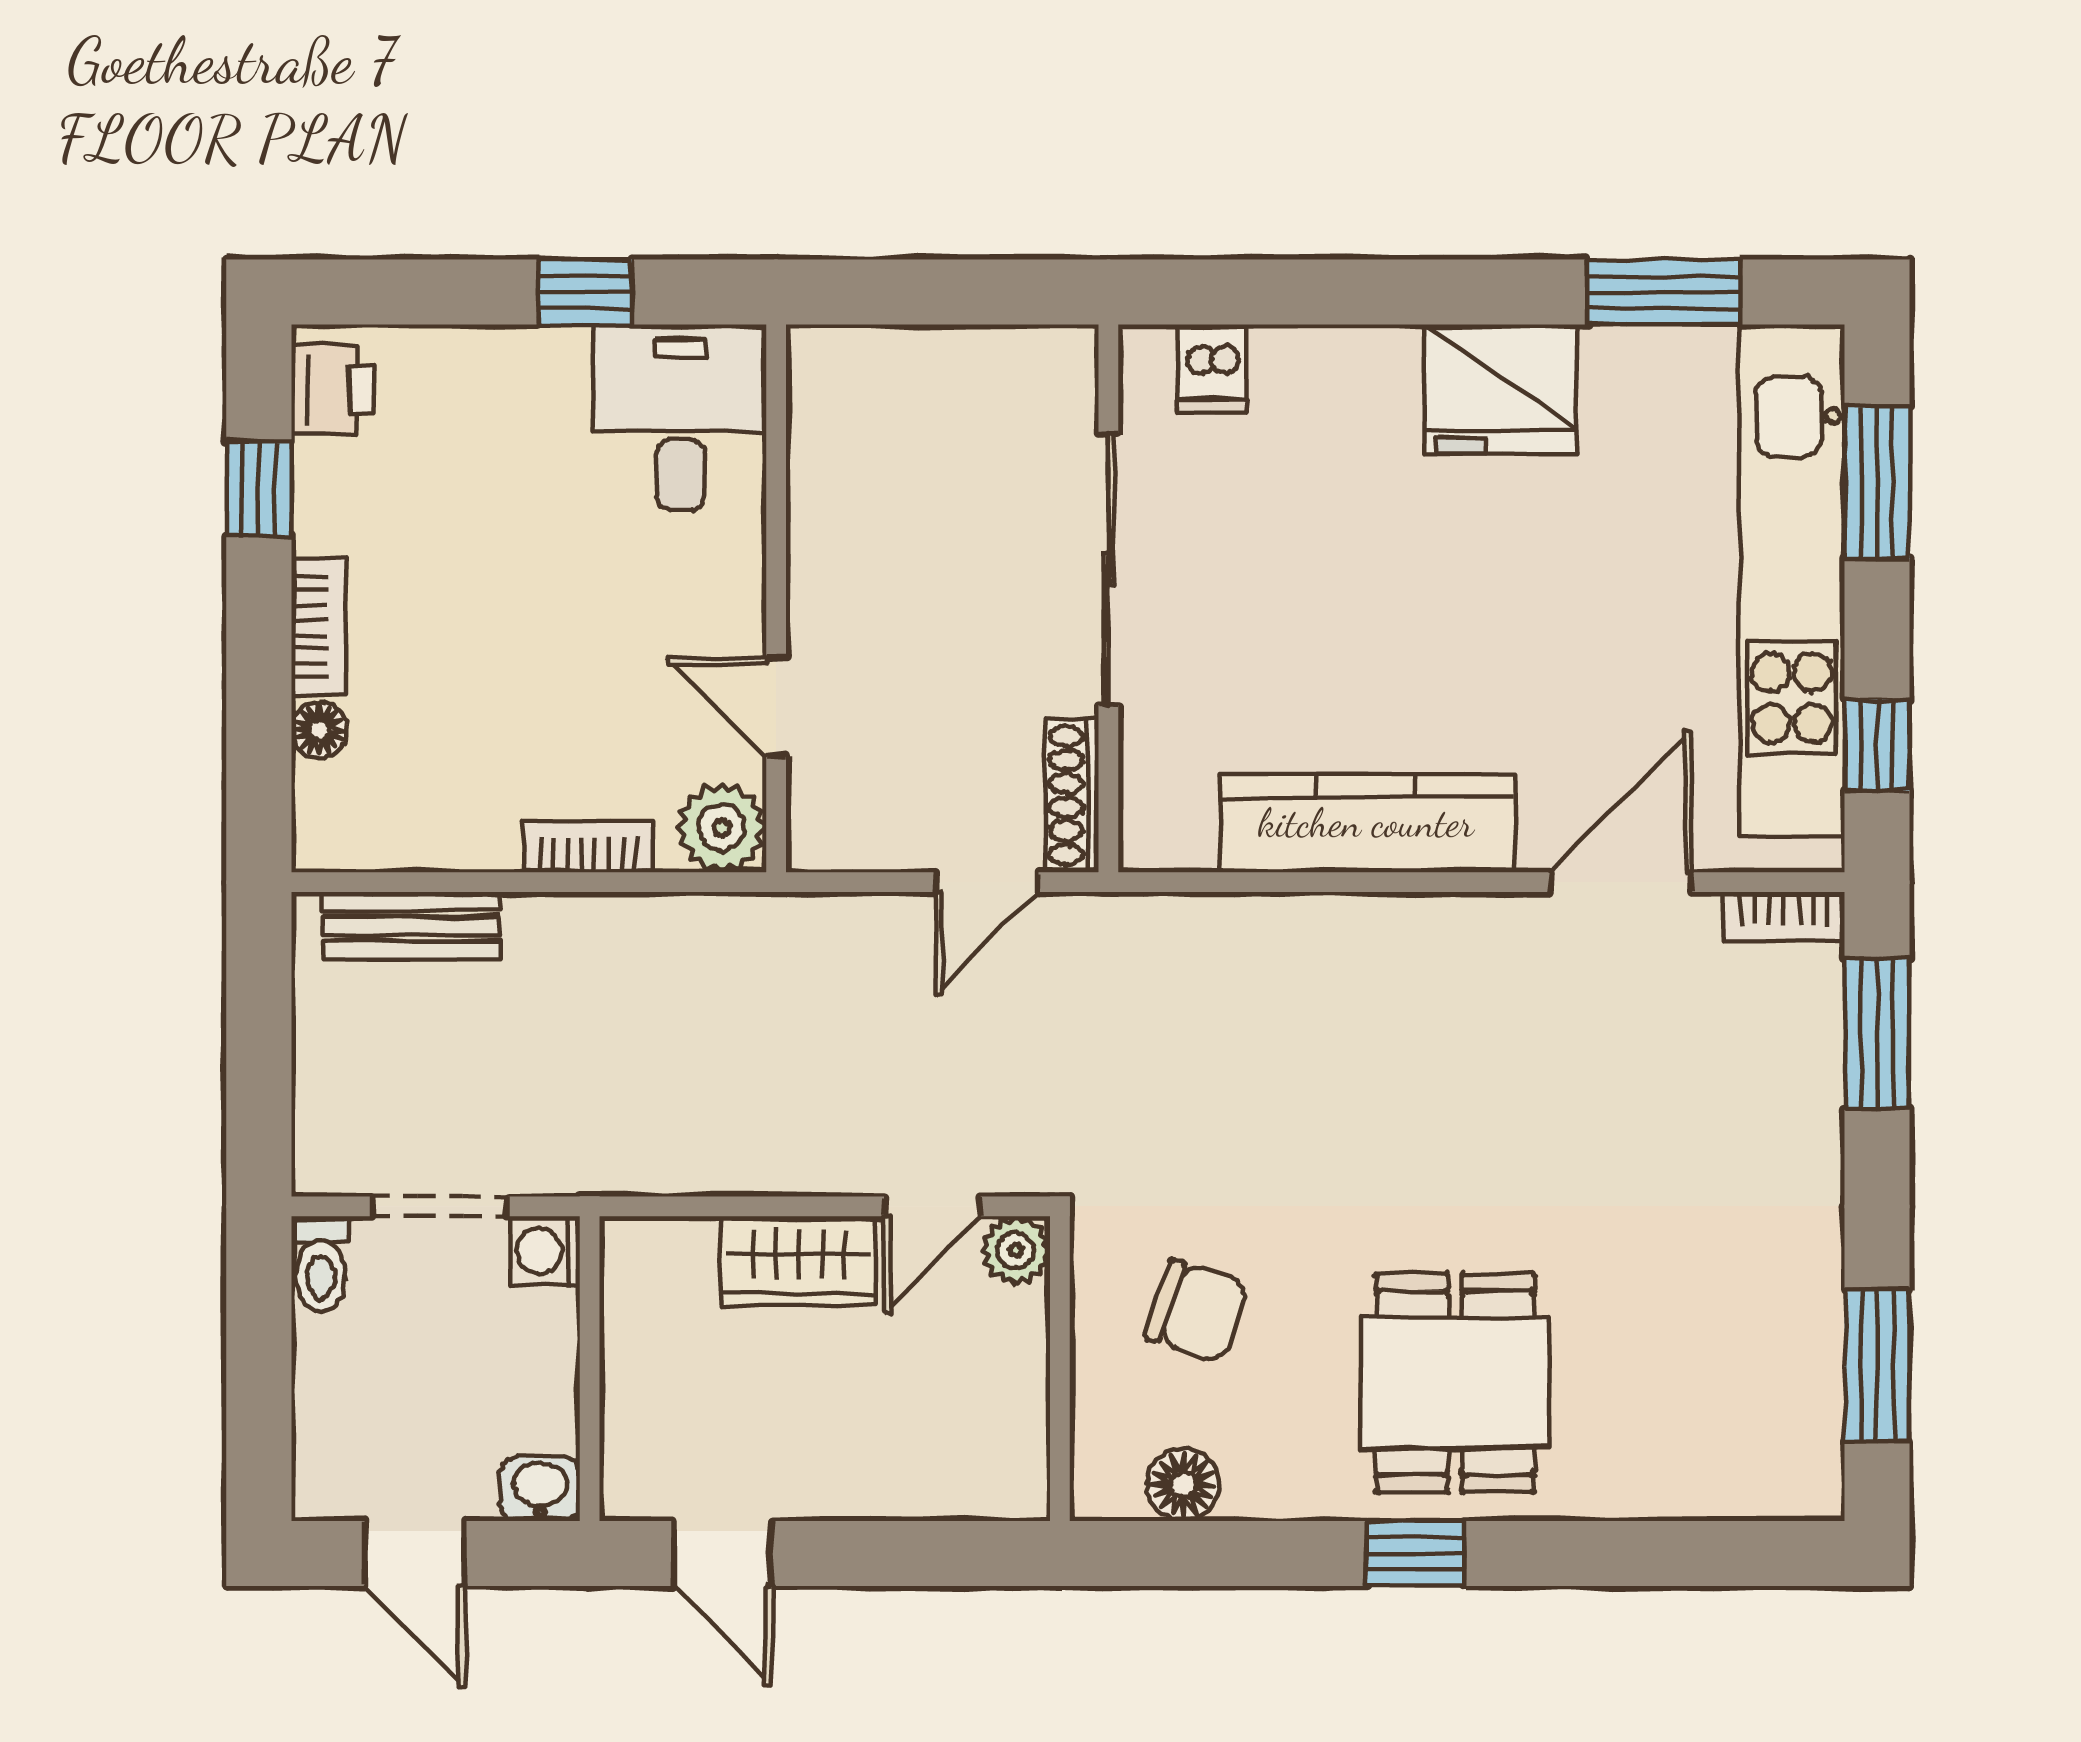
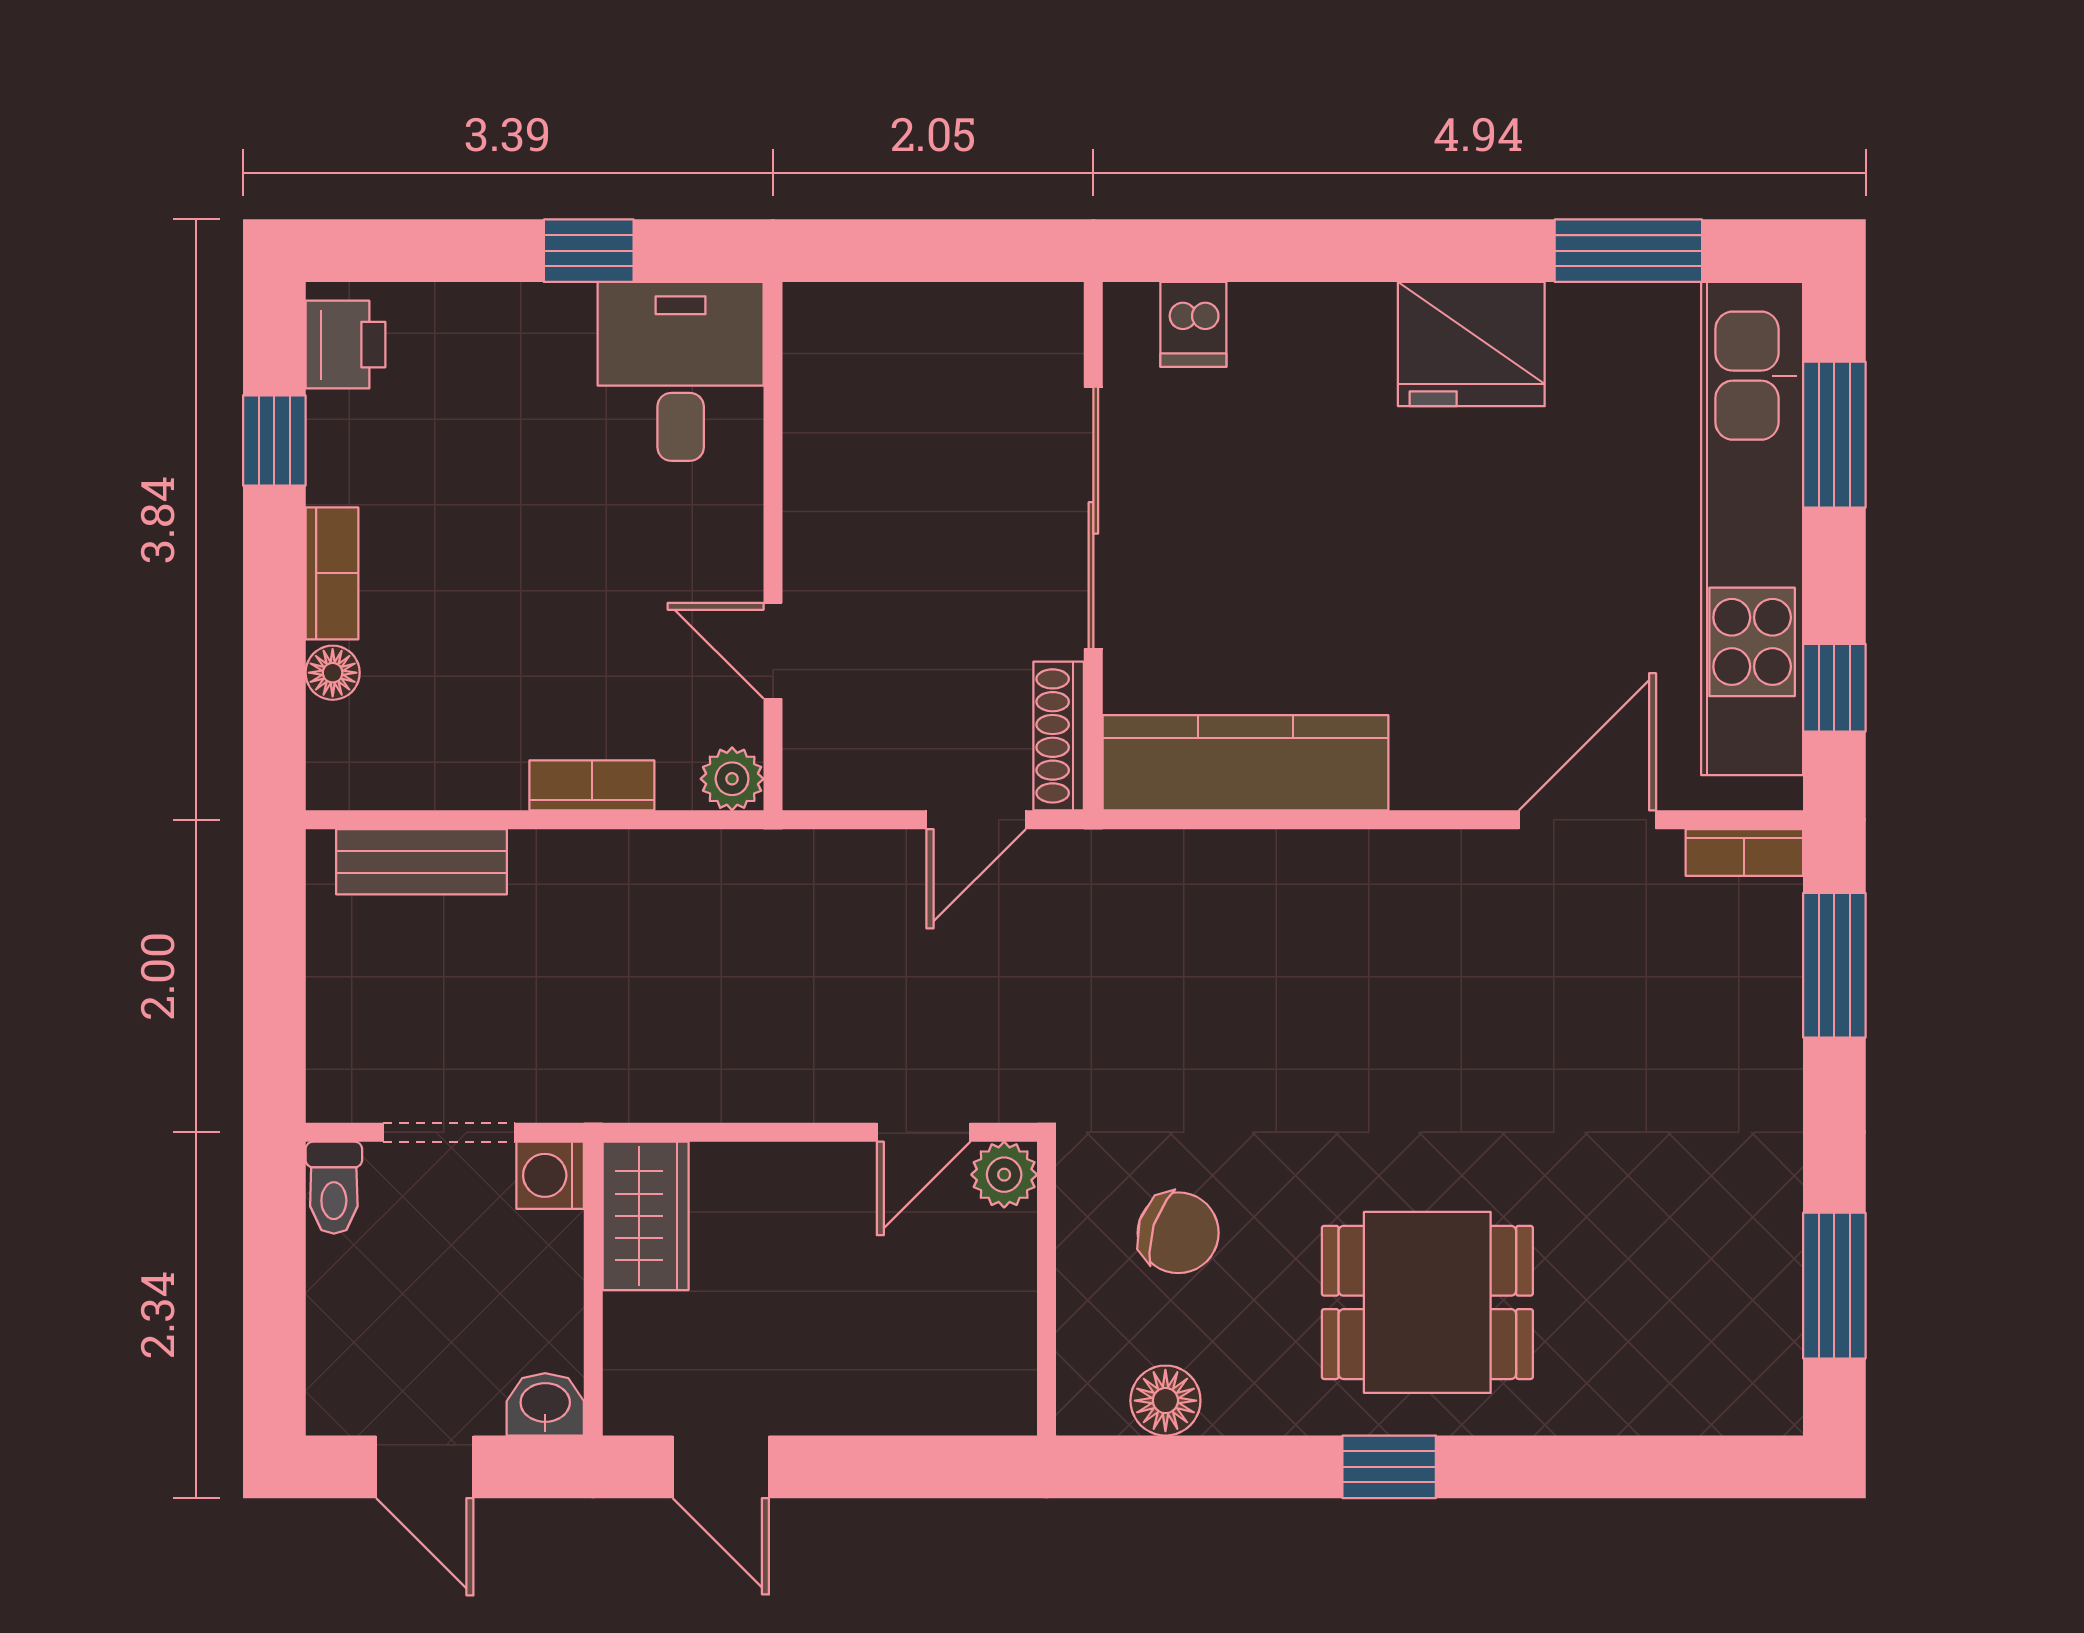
kitchen counter: (1366, 823) -> (1246, 763), moved
plant: (721, 828) -> (732, 779), width x0.73, depth x0.73
wardrobe: (798, 1261) -> (646, 1216), moved, turned -90
dining table: (1455, 1383) -> (1427, 1302), turned 90

